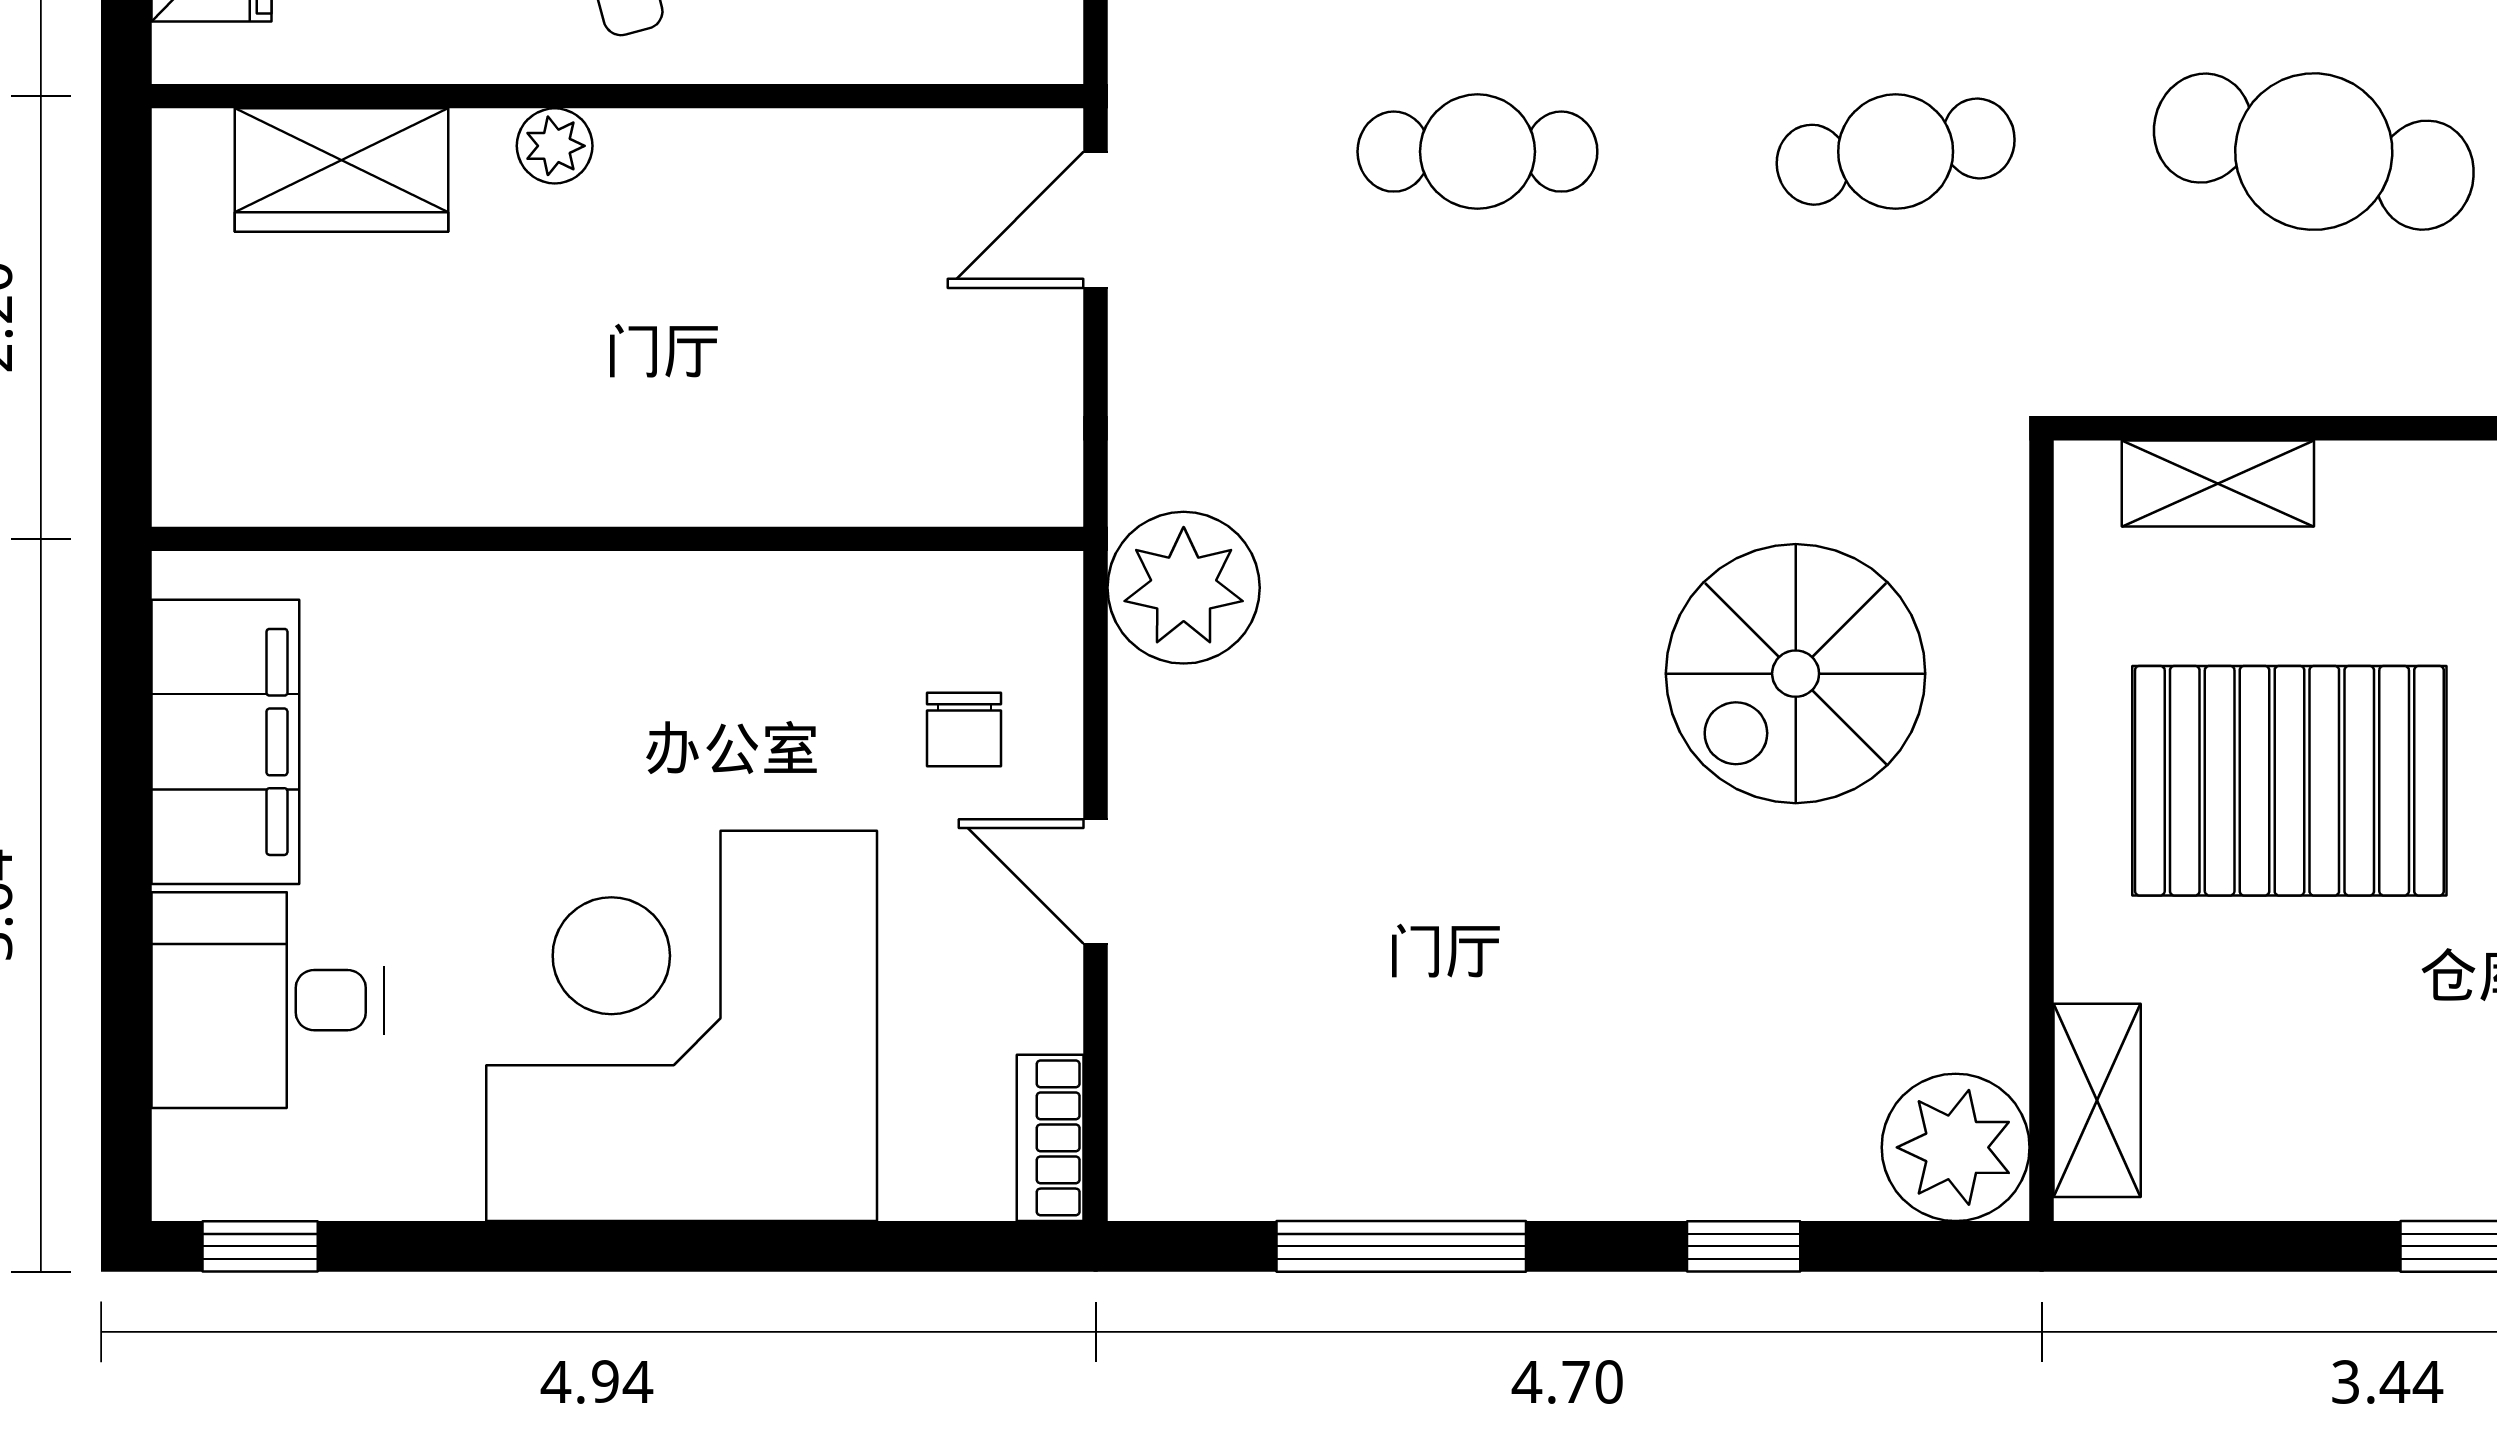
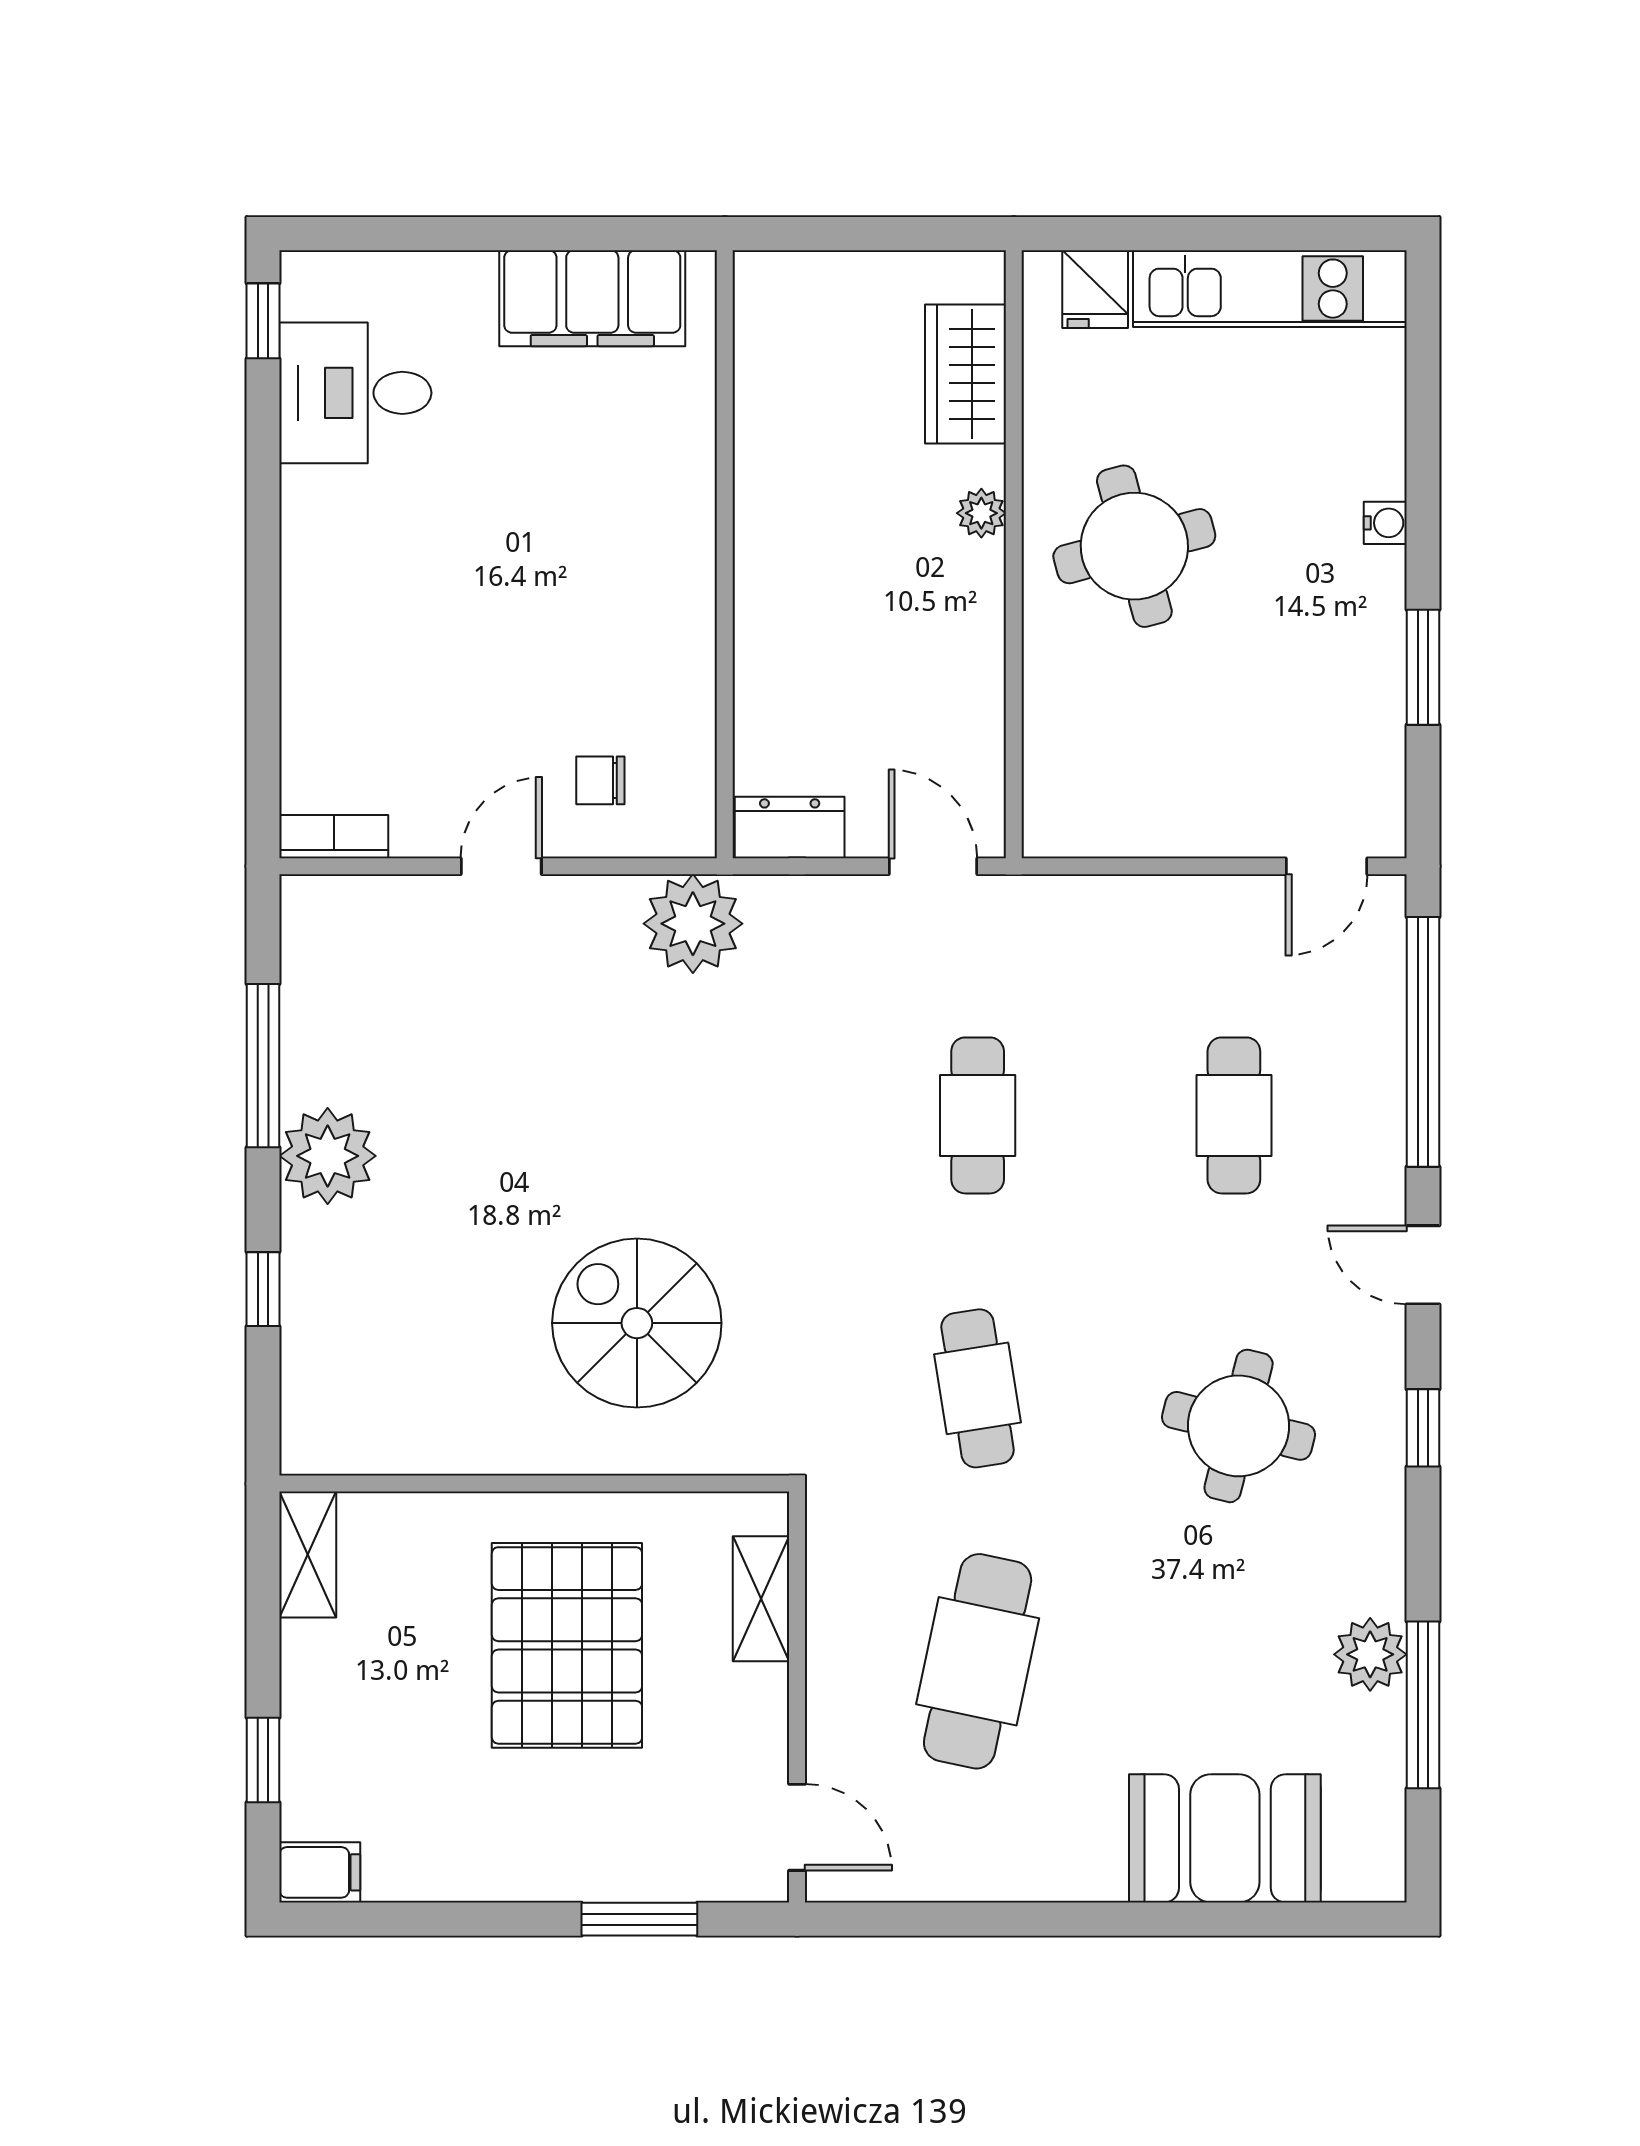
dresser: (1036, 439) -> (790, 827), added
desk: (268, 1000) -> (355, 393), moved, turned -90
corner desk: (682, 1026) -> (407, 596), removed
shelving: (2097, 1100) -> (308, 1555), moved, turned 90
plant: (1956, 1147) -> (328, 1156), moved

